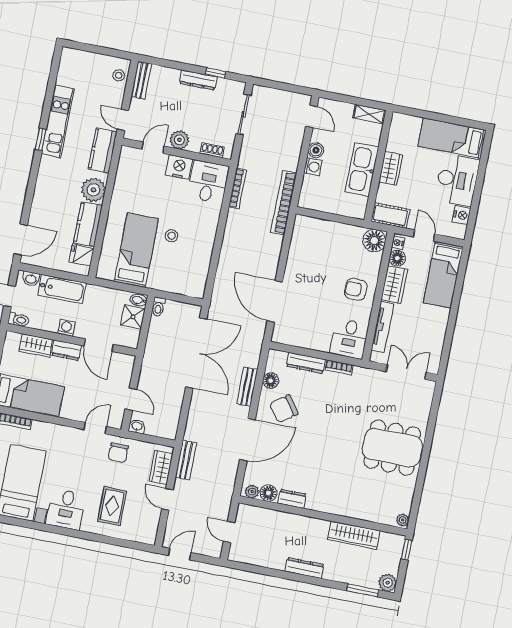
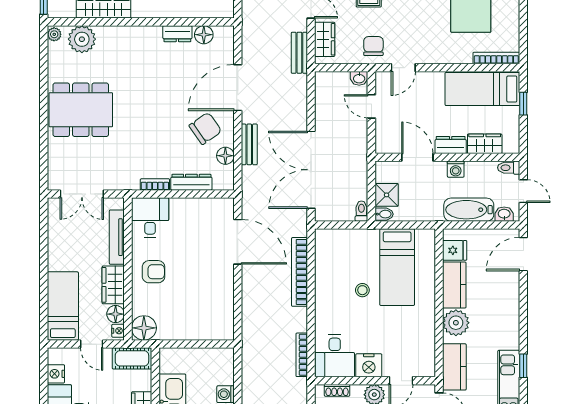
bookcase: (284, 203) -> (299, 272), moved, turned 180
plant: (252, 492) -> (82, 39), moved, width x1.88, depth x1.88

